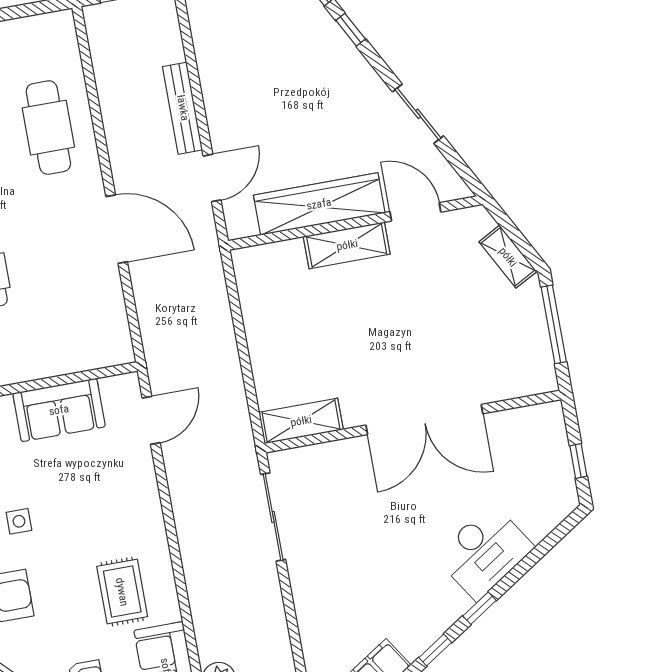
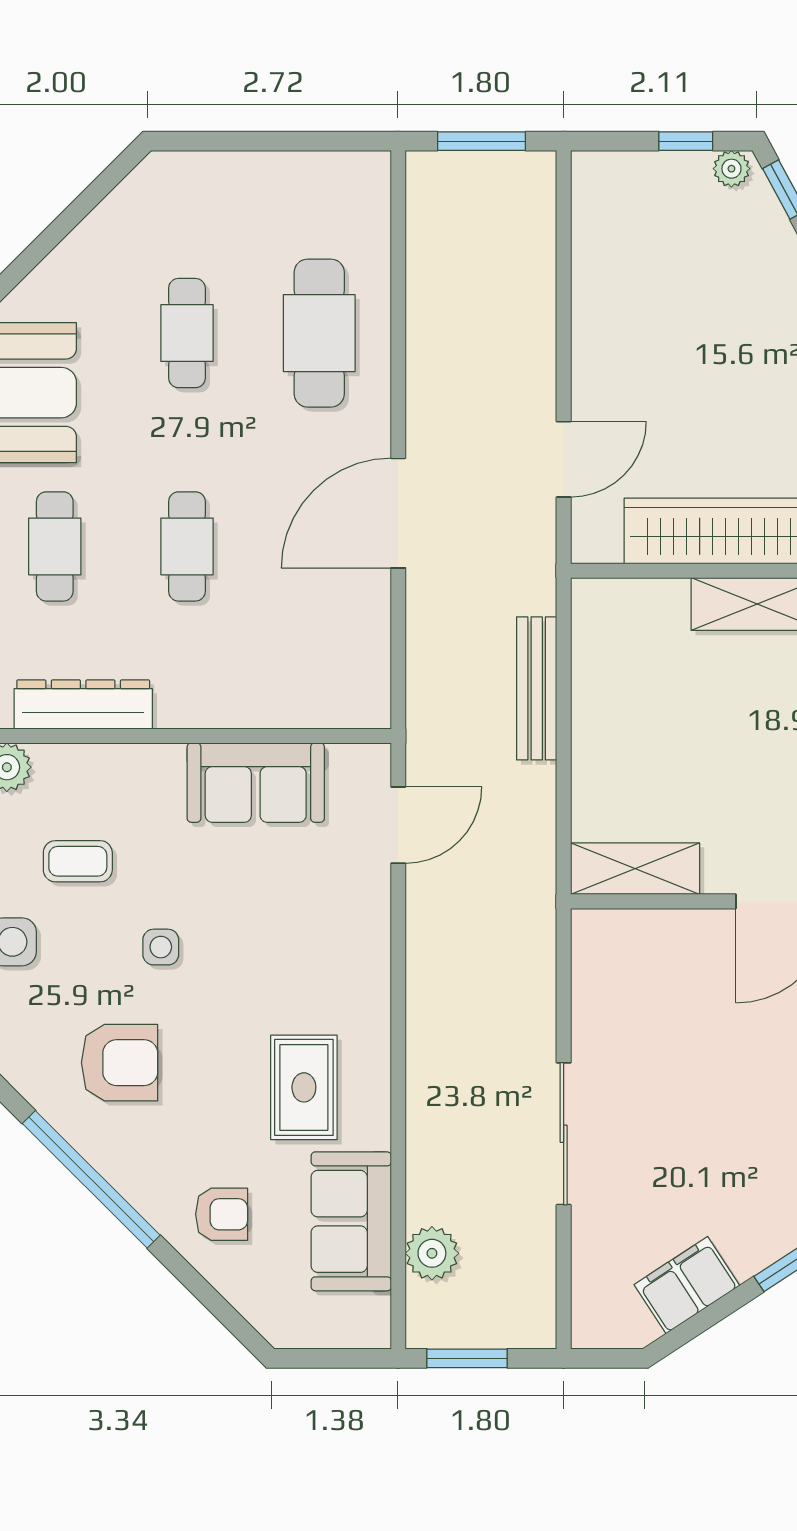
bench: (183, 108) -> (537, 688), moved
door: (117, 229) -> (398, 513), swing flipped
sliding door: (273, 517) -> (564, 1134), moved

